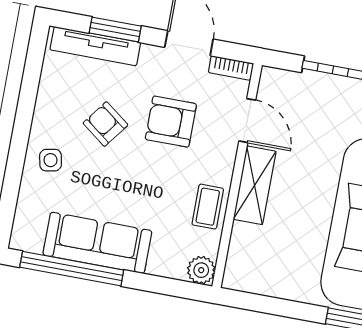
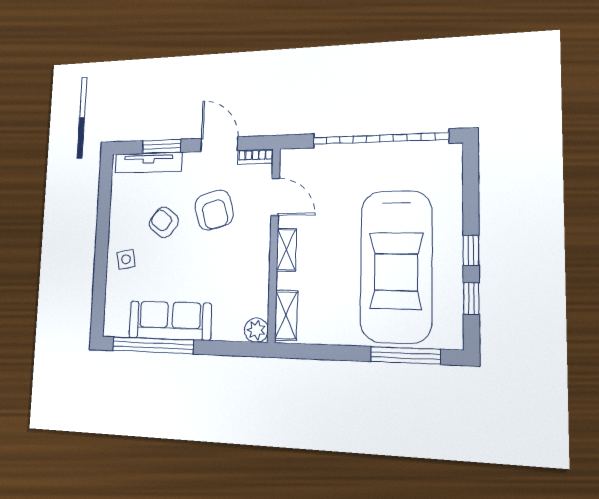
armchair: (171, 122) -> (214, 210), turned -105
shelving: (255, 185) -> (286, 250), width x0.67, depth x0.75
coffee table: (208, 207) -> (254, 275), removed
shelving: (239, 259) -> (286, 315), added

